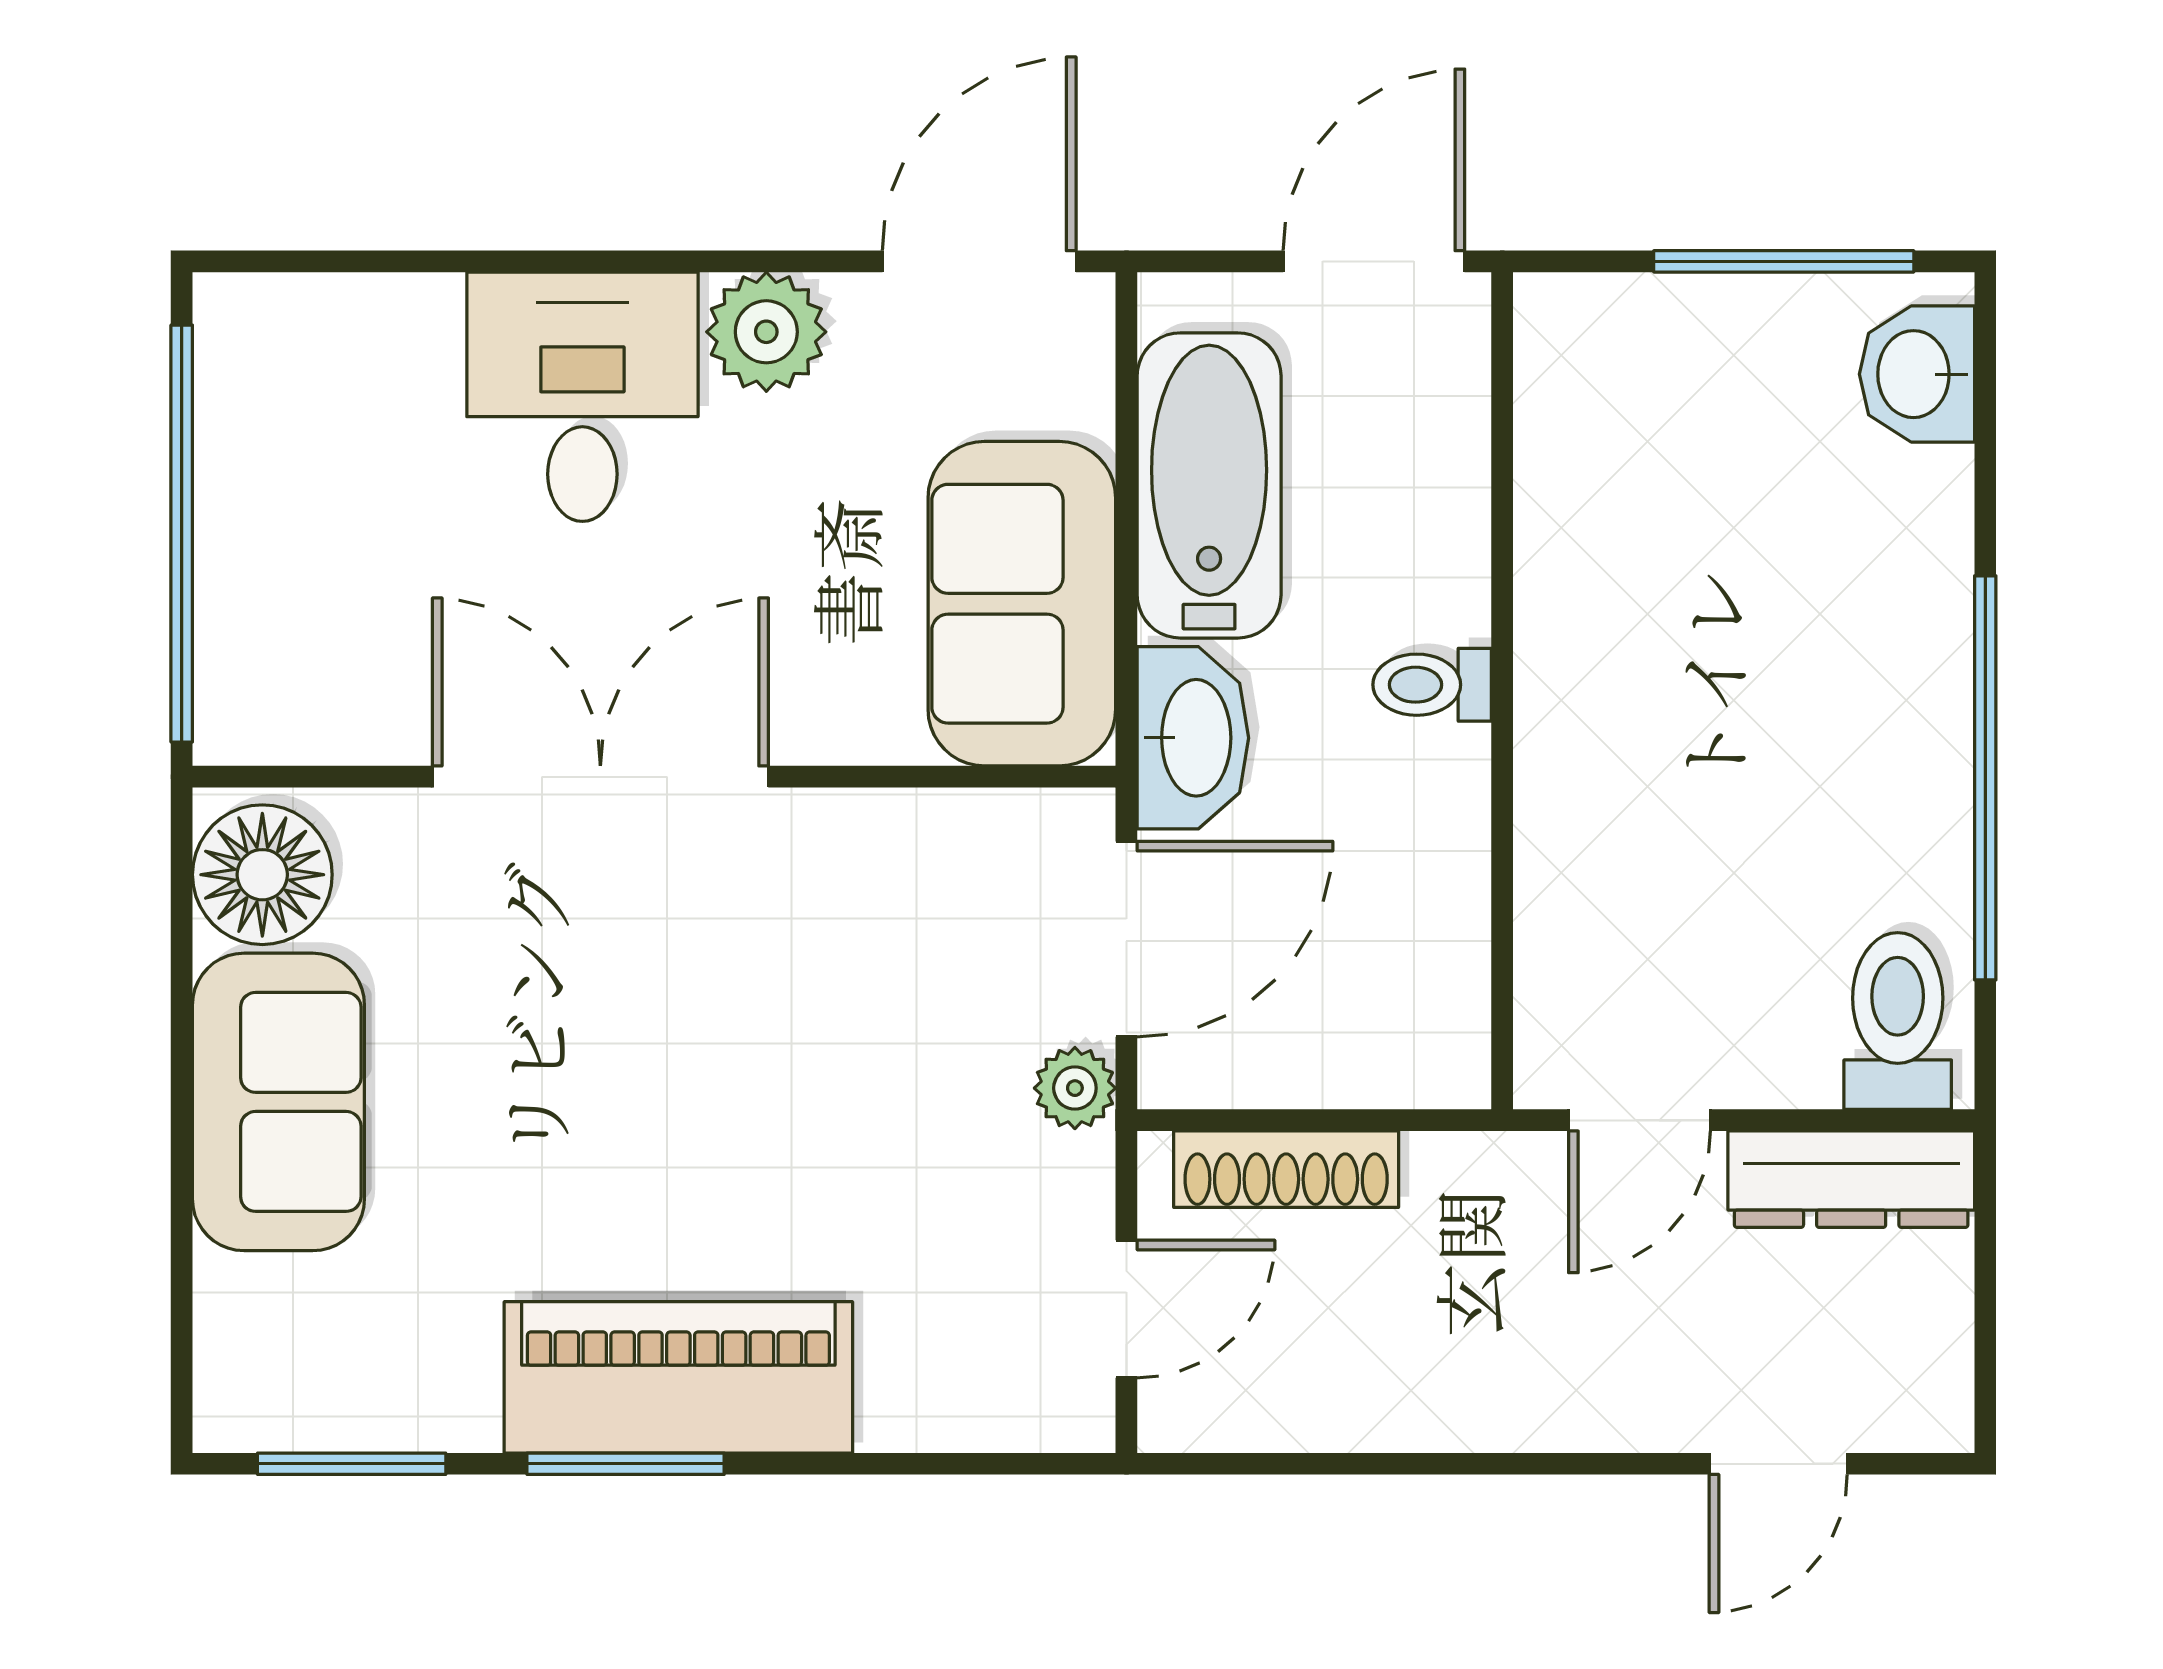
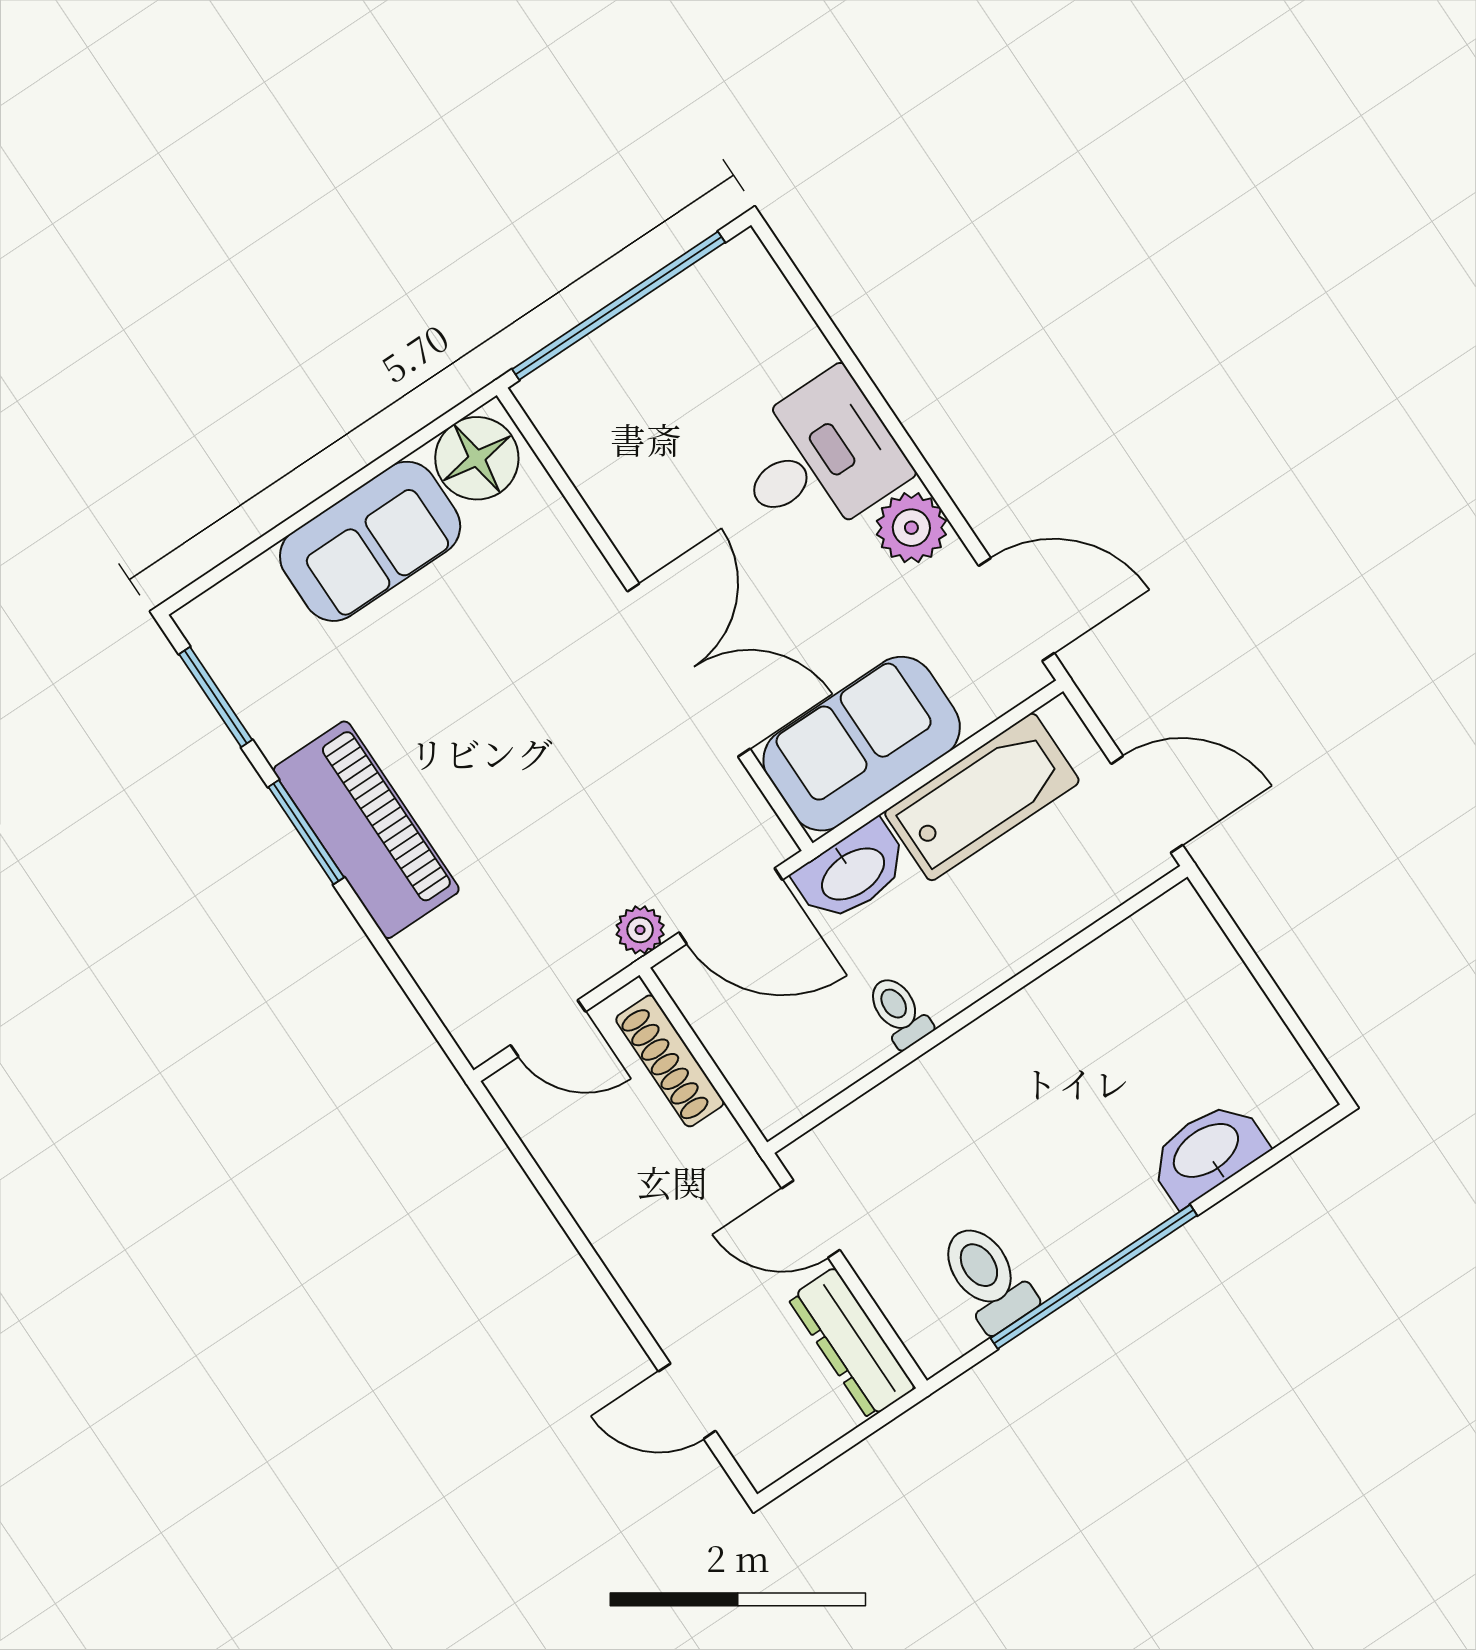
window: (1784, 261) -> (1282, 1007), removed
washbasin: (1917, 374) -> (1207, 1152), moved, width x1.38
toilet: (1432, 685) -> (899, 1012), moved
double door: (600, 777) -> (689, 670), moved
toilet: (1898, 1021) -> (987, 1277), moved, turned -90

